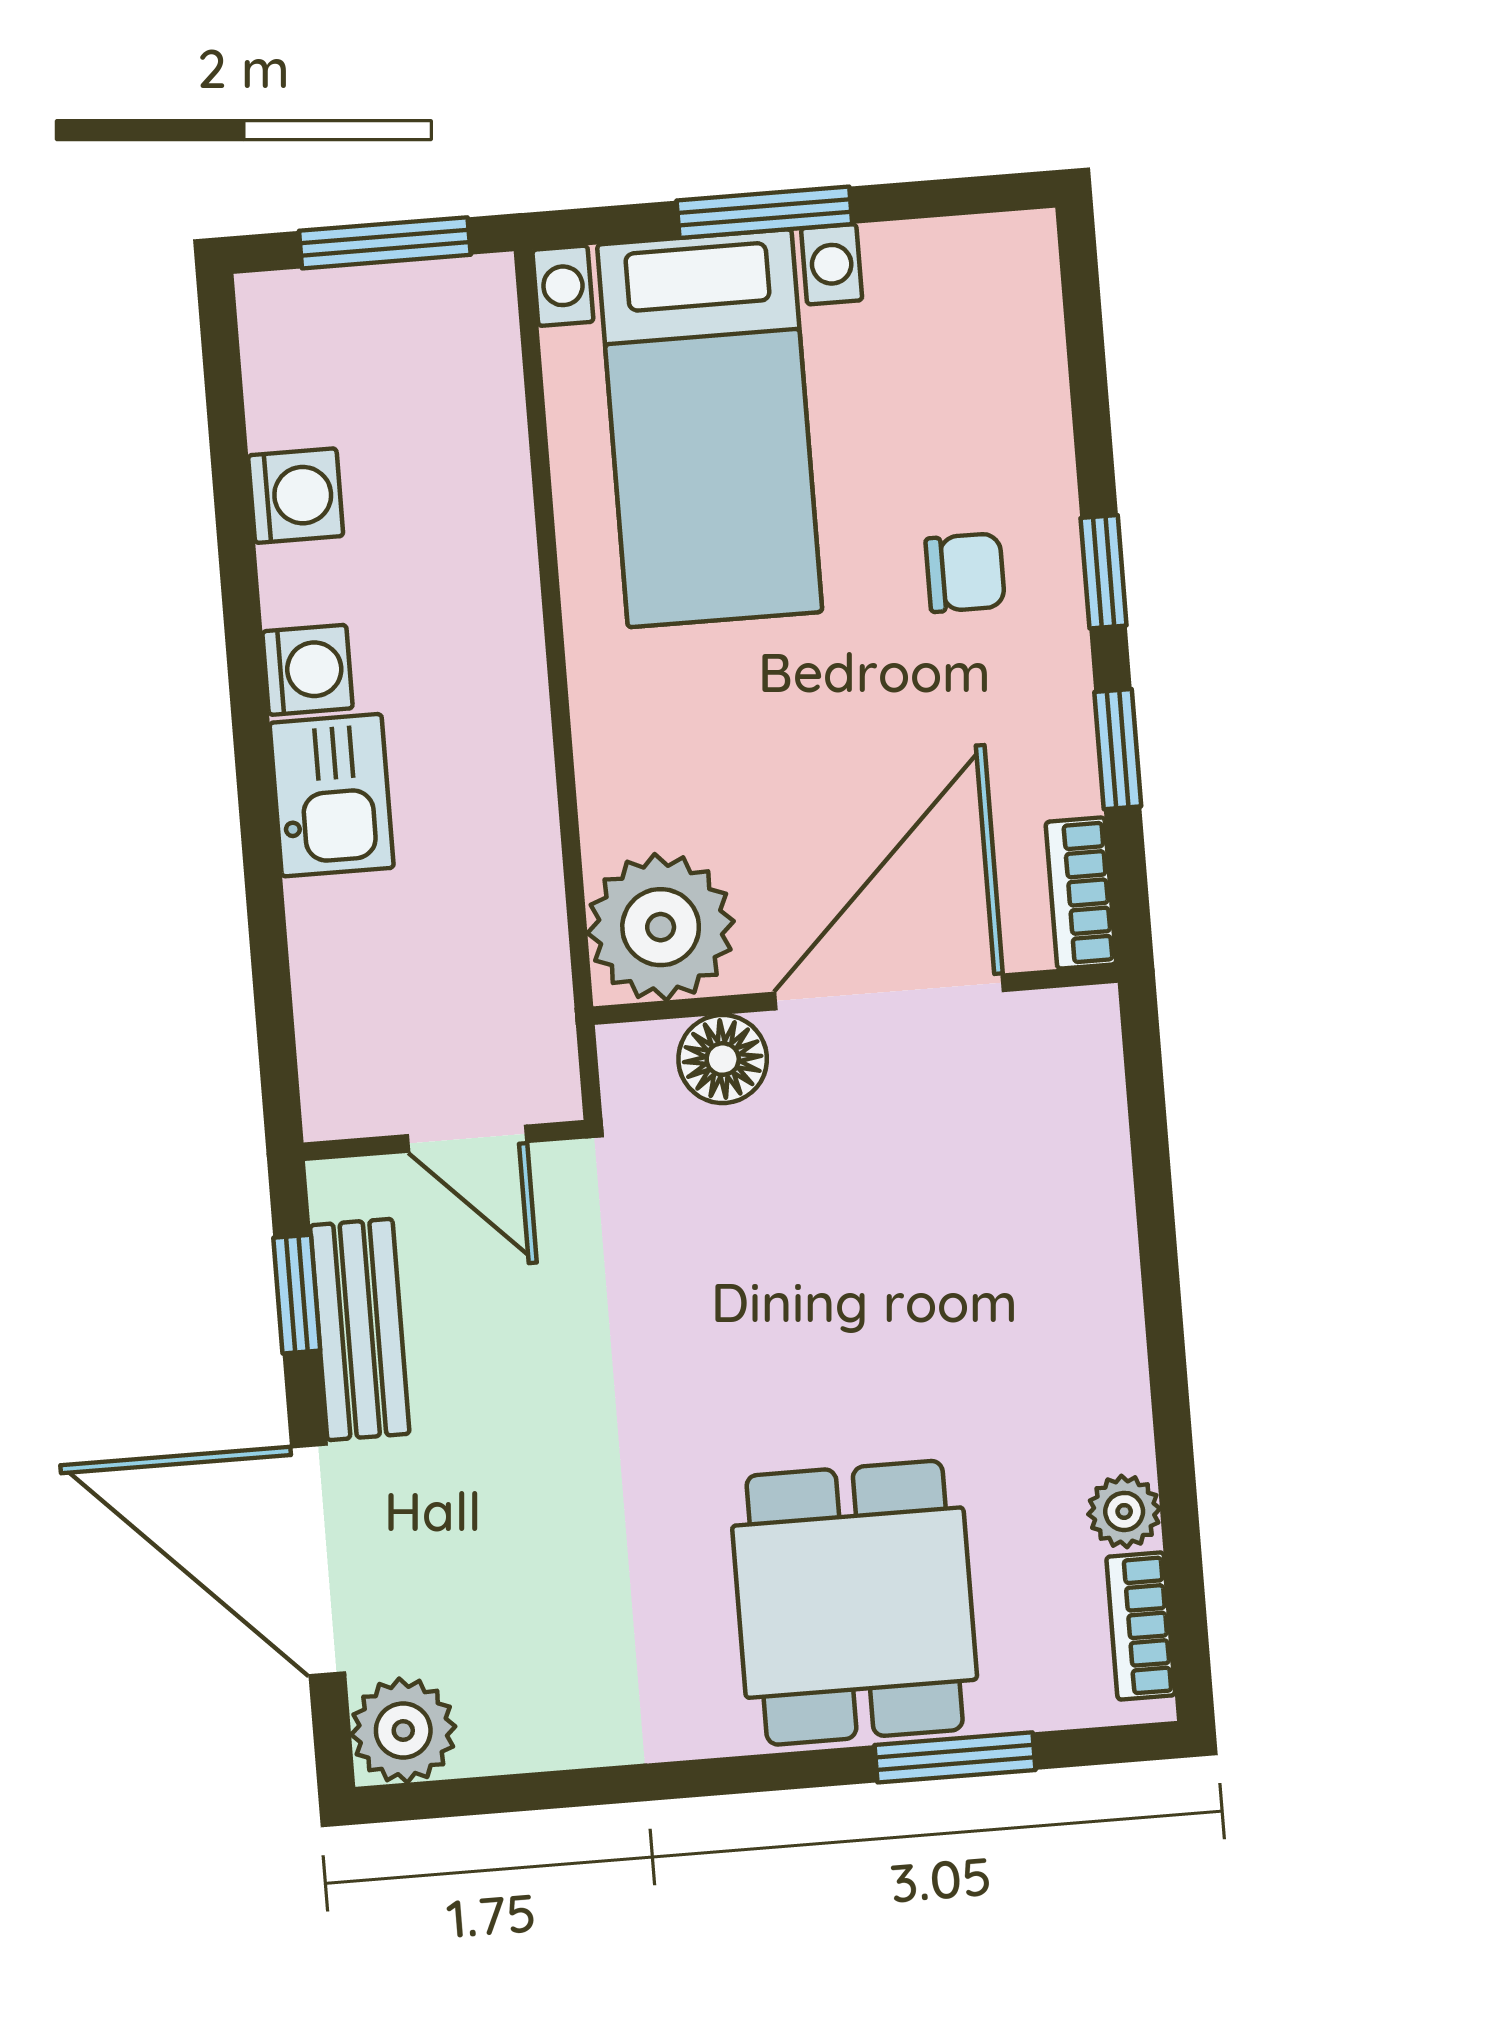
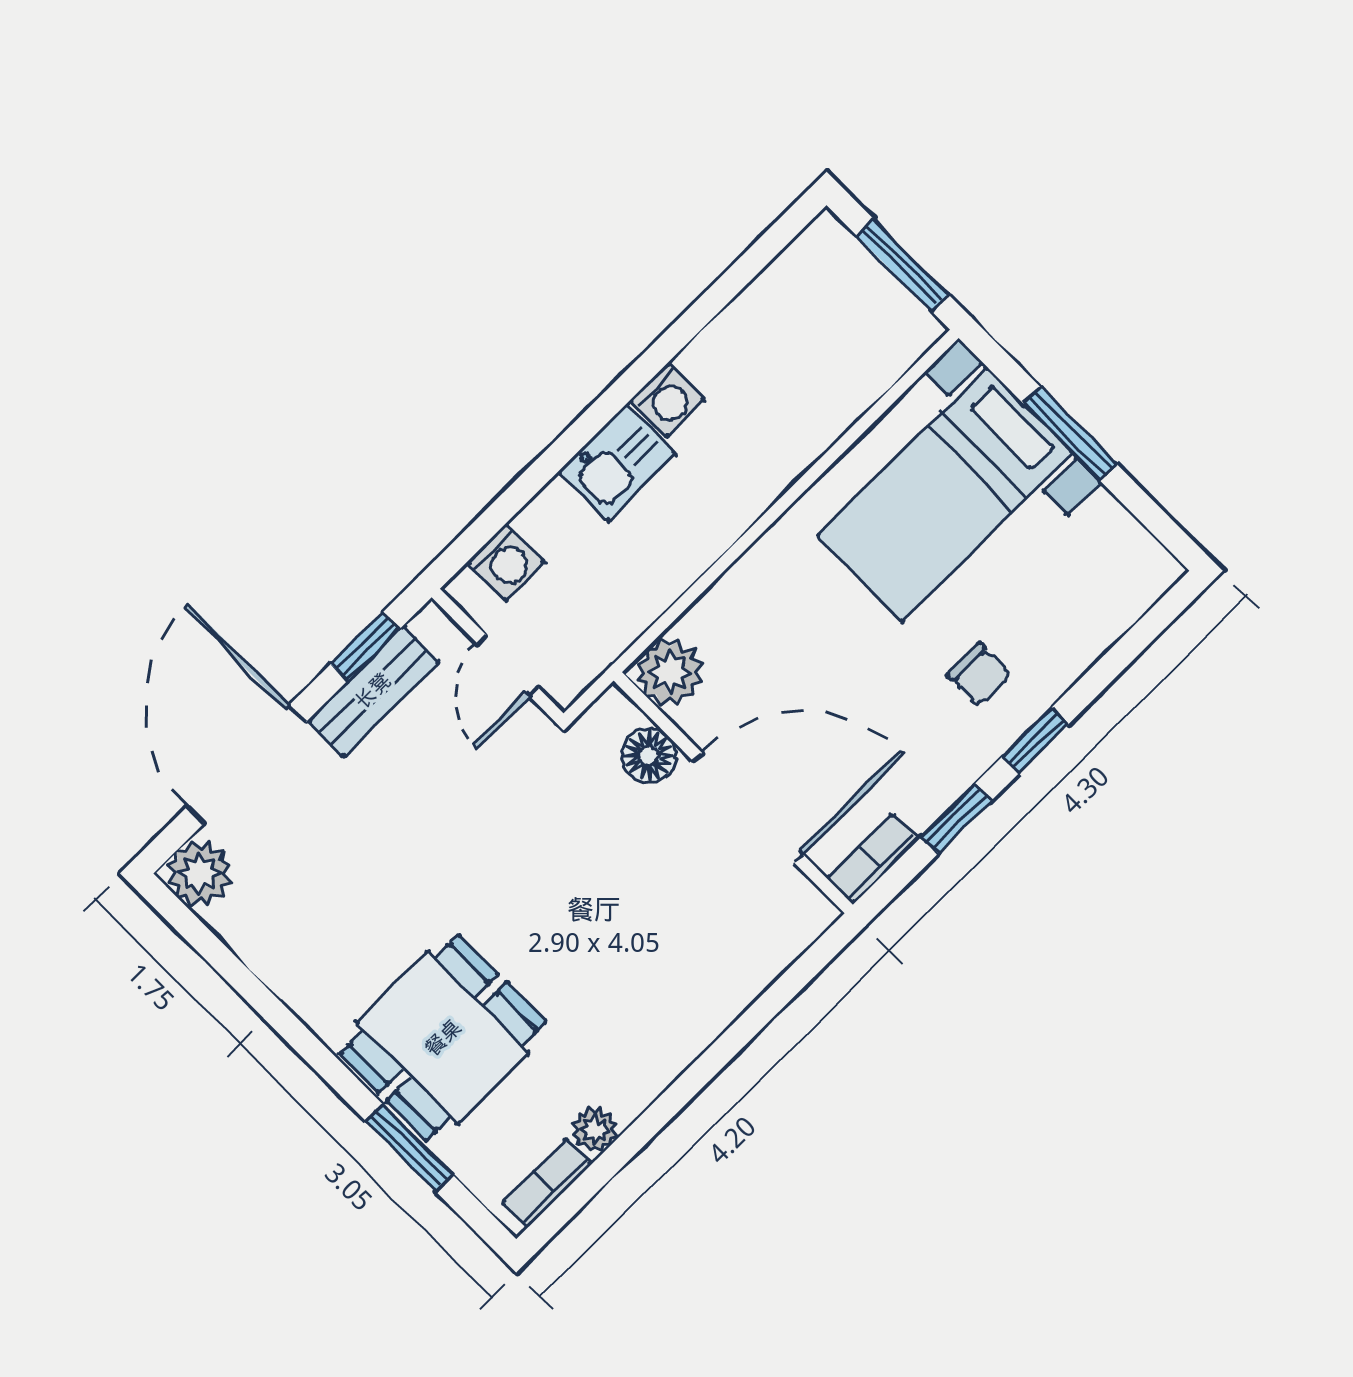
washing machine: (296, 496) -> (506, 562), moved
plant: (661, 927) -> (669, 672), width x0.73, depth x0.73

